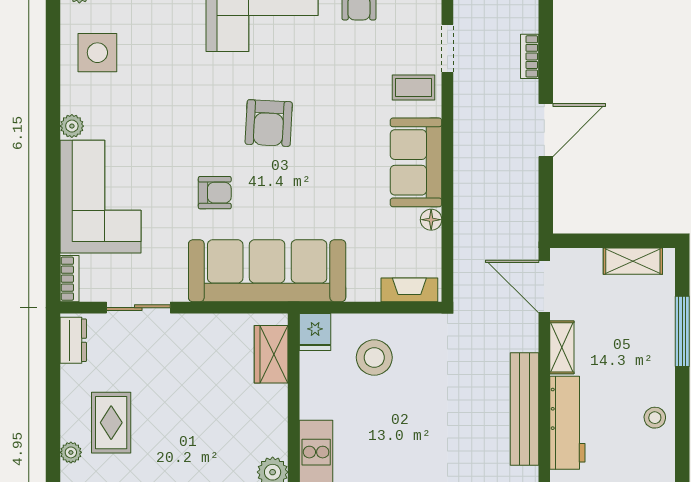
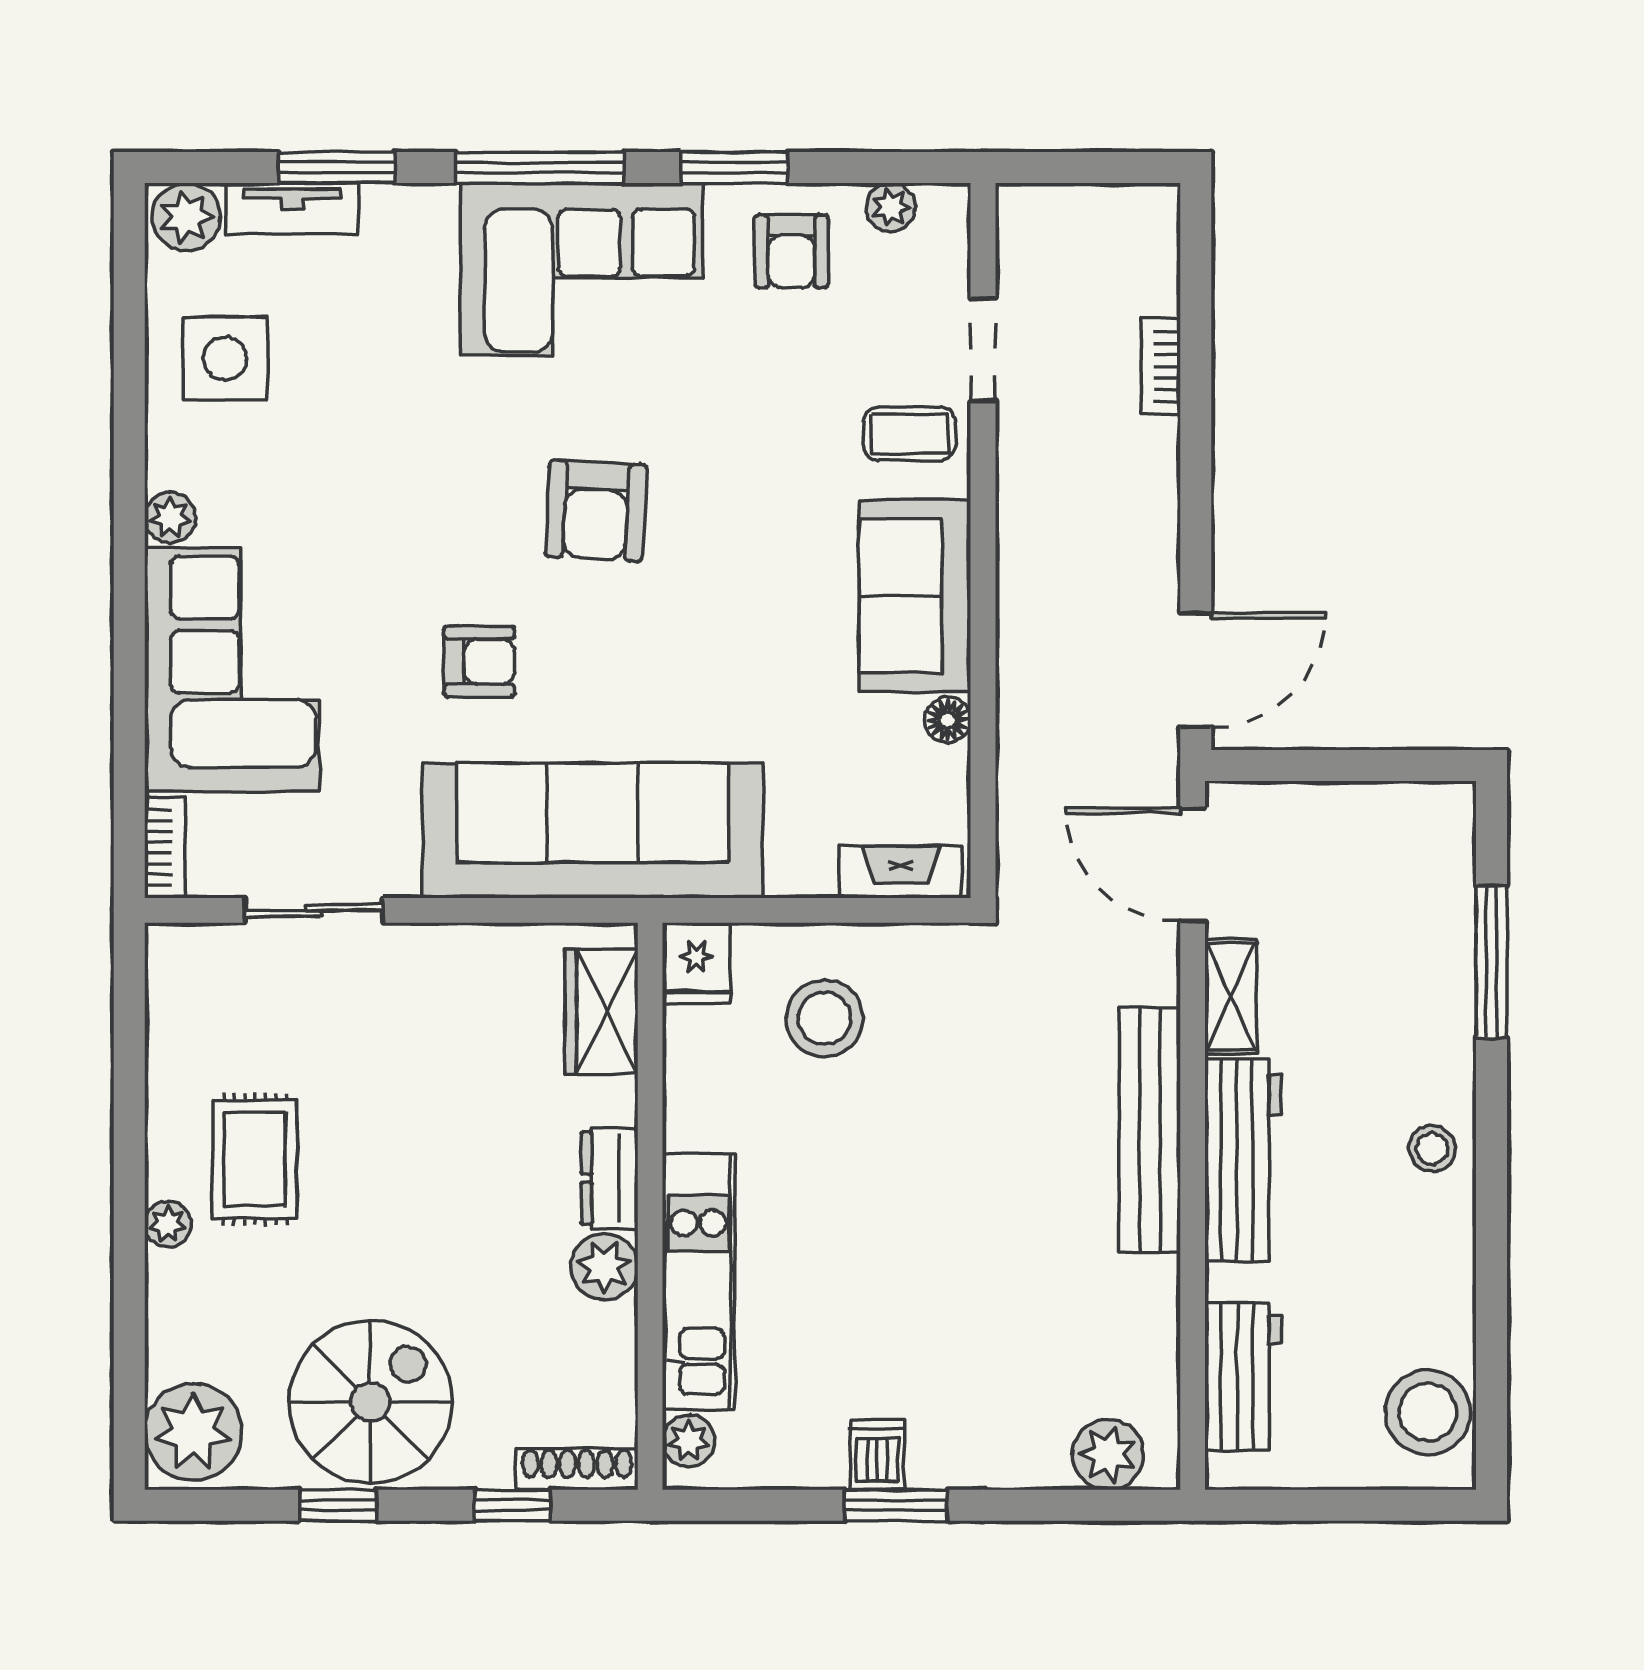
door: (546, 130) -> (1196, 670), moved
shelving: (633, 261) -> (1385, 810), removed
dresser: (73, 340) -> (610, 1178), moved, turned 180

